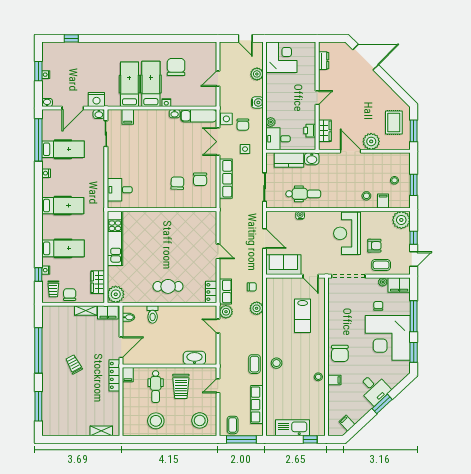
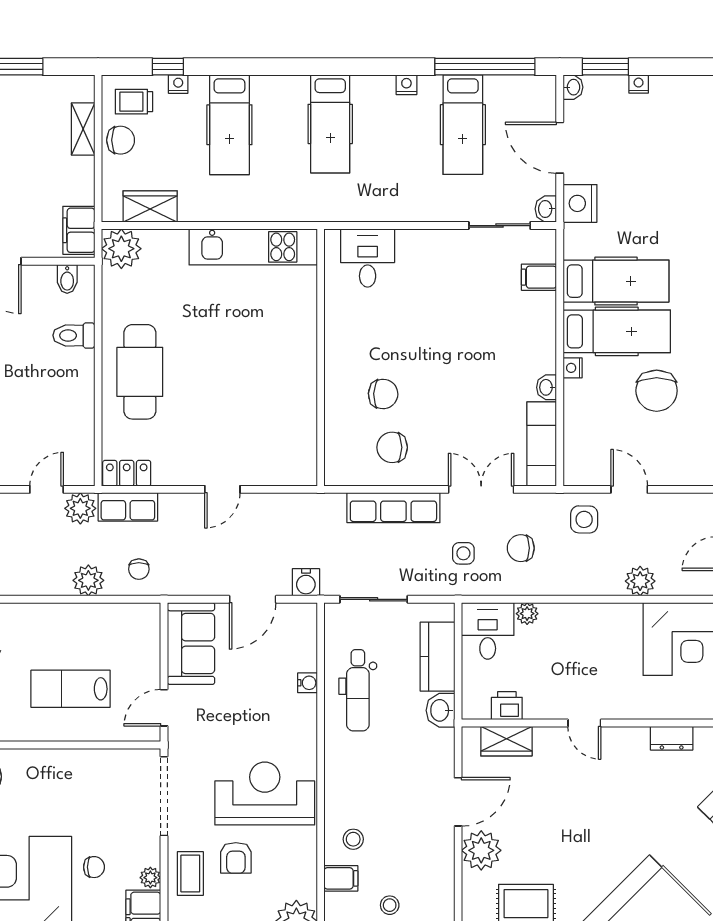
chair: (176, 67) -> (657, 391), turned 90
window: (38, 71) -> (605, 67), moved
water cooler: (257, 102) -> (306, 582), moved
side table: (226, 119) -> (584, 519), moved
cafe table: (168, 286) -> (140, 372), width x1.37, depth x1.35
shelving: (86, 311) -> (83, 129), moved

